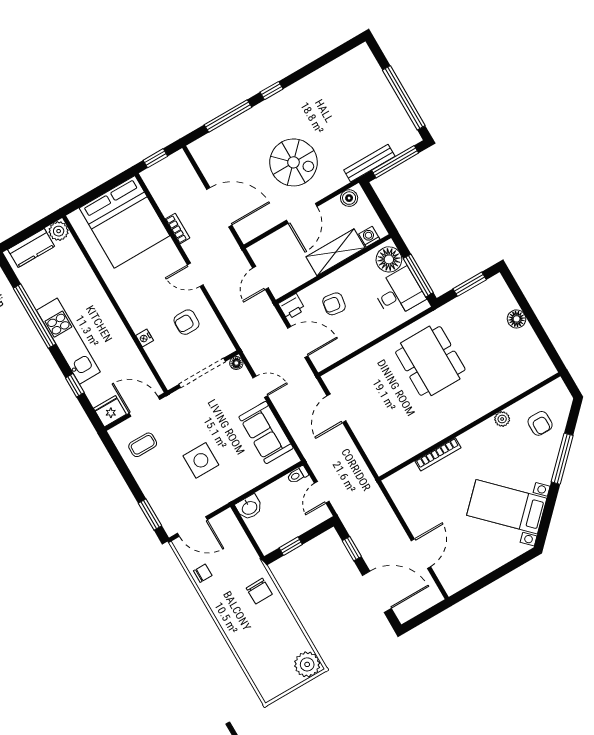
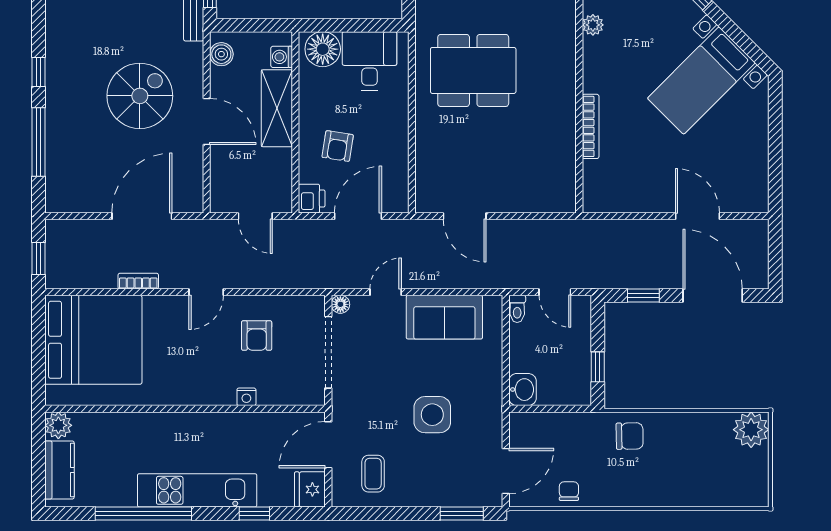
window: (418, 276) -> (363, 25), removed
door: (377, 592) -> (713, 295), hinge flipped

